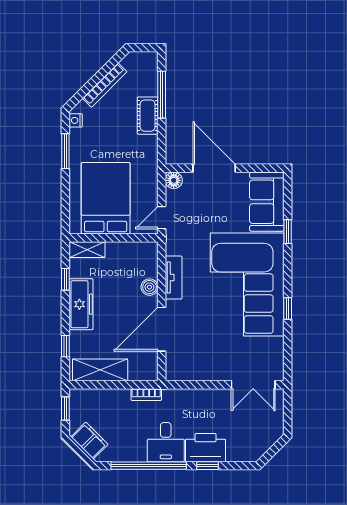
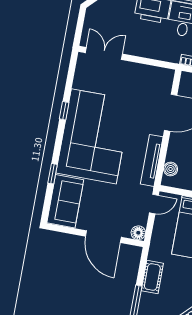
cot: (148, 116) -> (152, 277), moved
tv unit: (174, 278) -> (152, 160), width x1.41
boiler: (149, 287) -> (171, 169), moved

